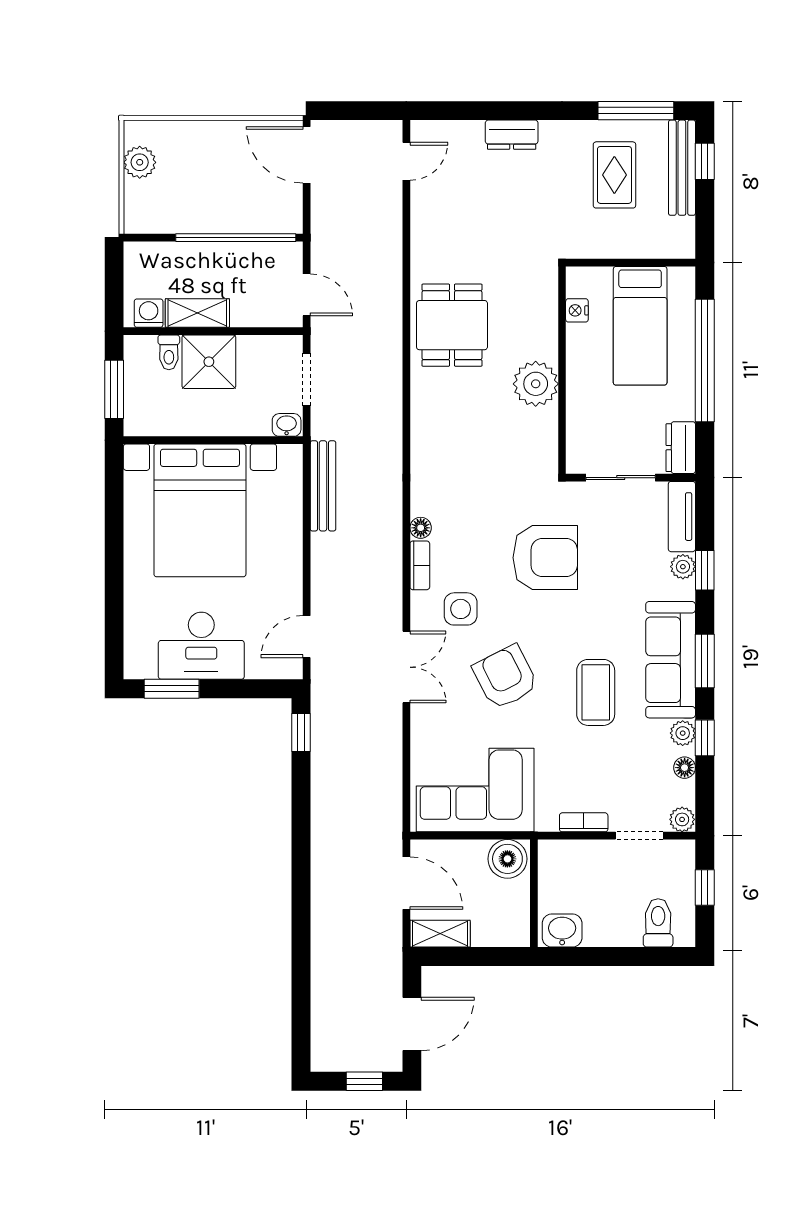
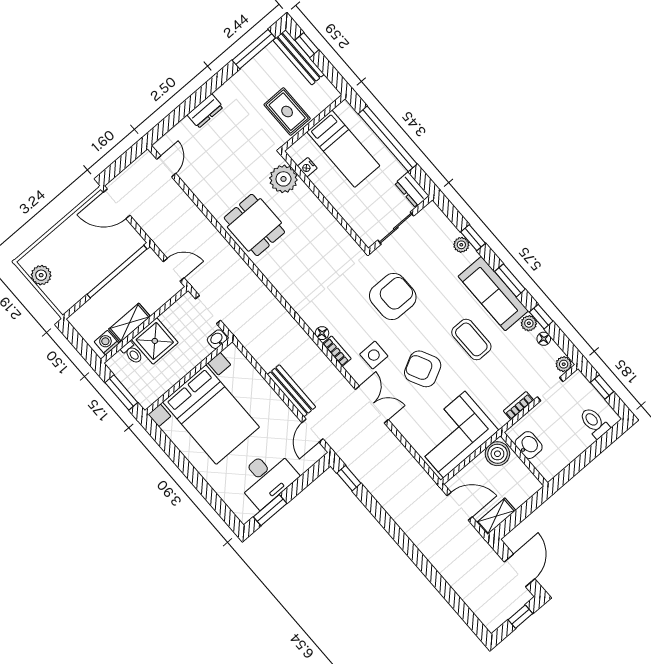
rug: (614, 175) -> (287, 112), moved
plant: (536, 384) -> (283, 179), moved
bench: (323, 486) -> (292, 391), moved
tv unit: (682, 517) -> (440, 222), removed
washbasin: (562, 930) -> (529, 445), moved, turned 90

